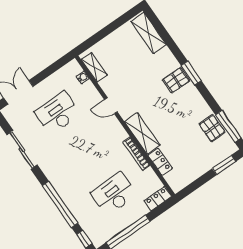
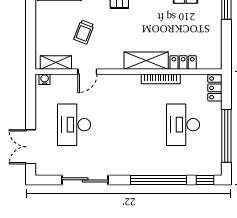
trolley: (131, 72) -> (84, 32), added
water cooler: (83, 77) -> (45, 79), moved
door: (111, 106) -> (87, 72), moved

